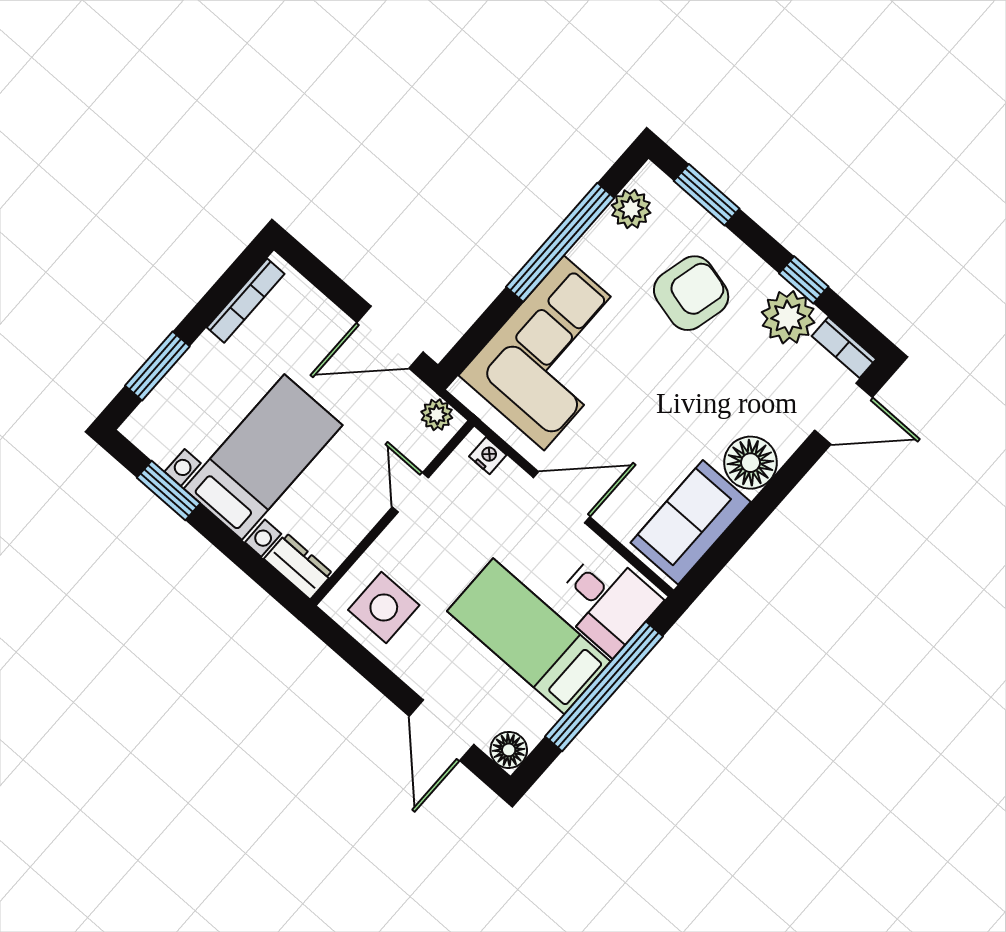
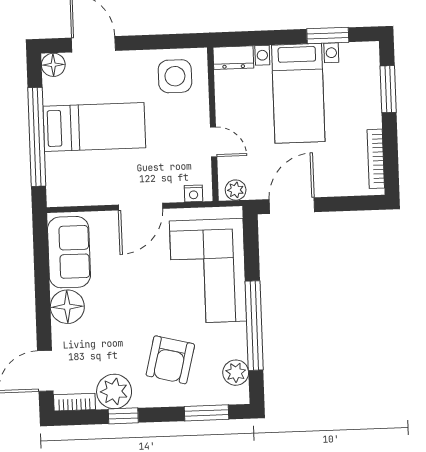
desk: (607, 602) -> (73, 178), removed

